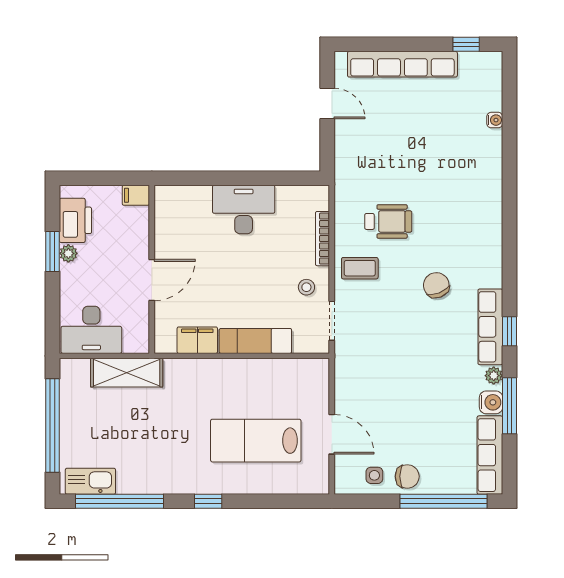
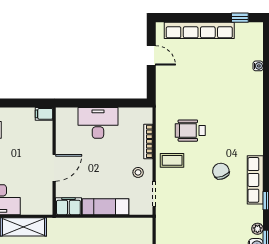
filing cabinet: (136, 195) -> (44, 114), moved
wheelchair: (388, 221) -> (190, 131), turned 180
wall: (152, 269) -> (54, 161), moved
door: (152, 280) -> (54, 168), moved
row of seats: (490, 327) -> (255, 180), moved

